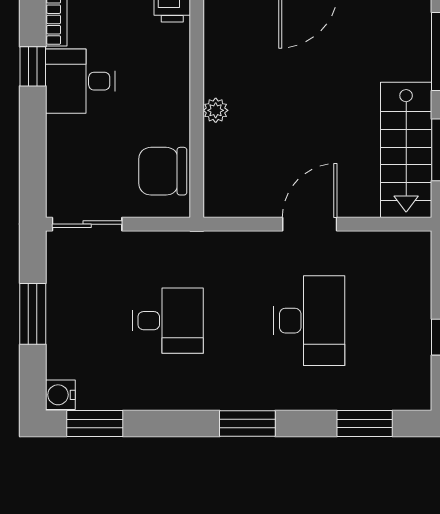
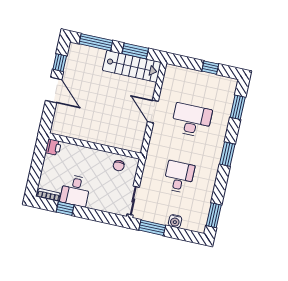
plant: (216, 110) -> (99, 139), removed
chair: (163, 171) -> (119, 166), width x0.54, depth x0.54
window: (33, 314) -> (152, 228), moved
water cooler: (60, 395) -> (175, 221), moved

